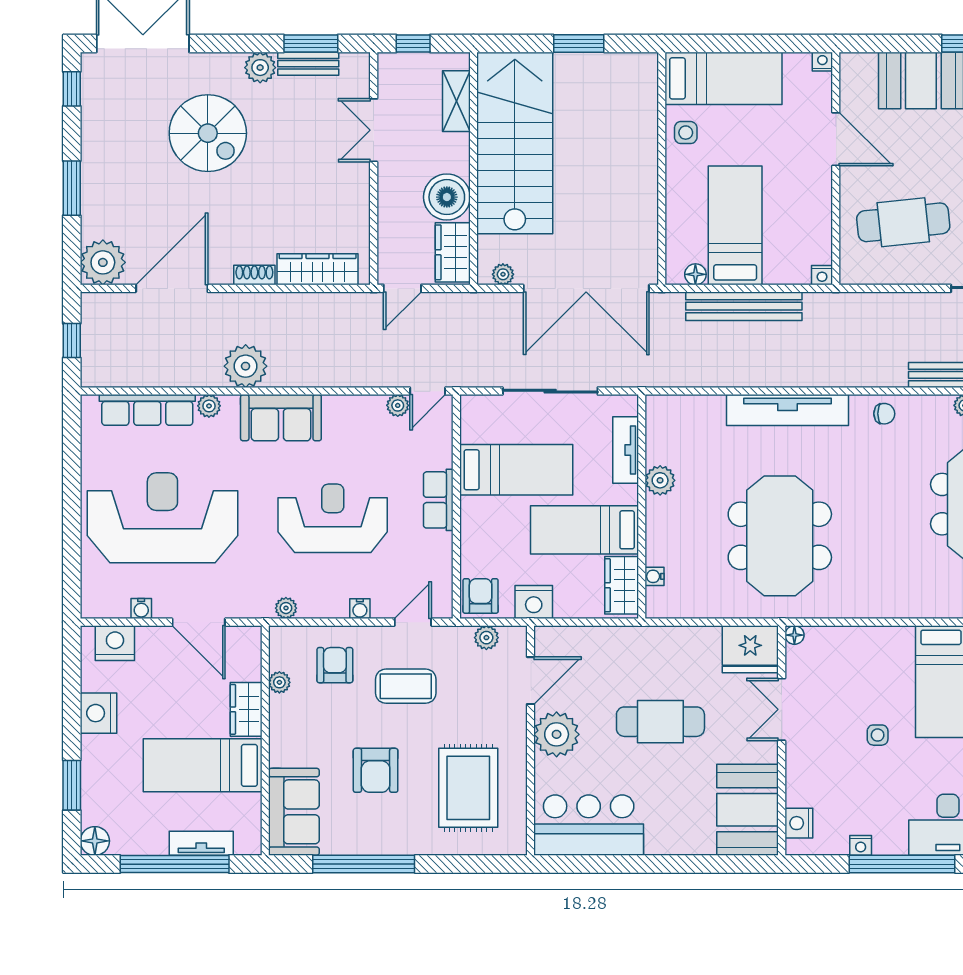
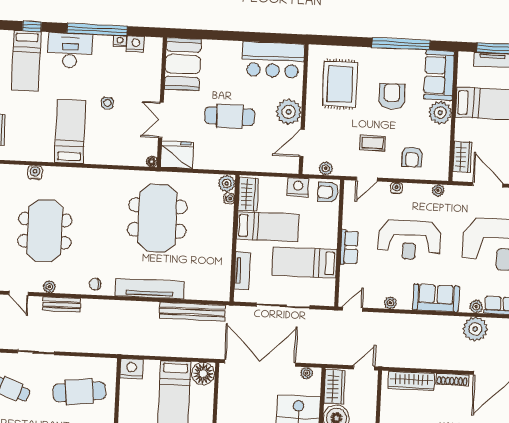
floor lamp: (695, 274) -> (203, 374), width x1.89, depth x1.89
shoe rack: (254, 275) -> (452, 380), width x1.43
nightstand: (822, 275) -> (132, 369), width x1.89, depth x1.79
bench: (744, 306) -> (192, 312), moved
plant: (246, 366) -> (475, 329), moved
plant: (398, 405) -> (390, 303), moved
plant: (660, 480) -> (227, 183), moved
armchair: (481, 596) -> (328, 192), turned 90
plant: (279, 682) -> (440, 113), moved, width x1.87, depth x1.87
coffee table: (406, 686) -> (373, 143), width x0.73, depth x0.77
wardrobe: (246, 709) -> (462, 157), moved
double door: (782, 709) -> (161, 120), swing flipped
nightstand: (799, 823) -> (136, 44), moved, turned -90

